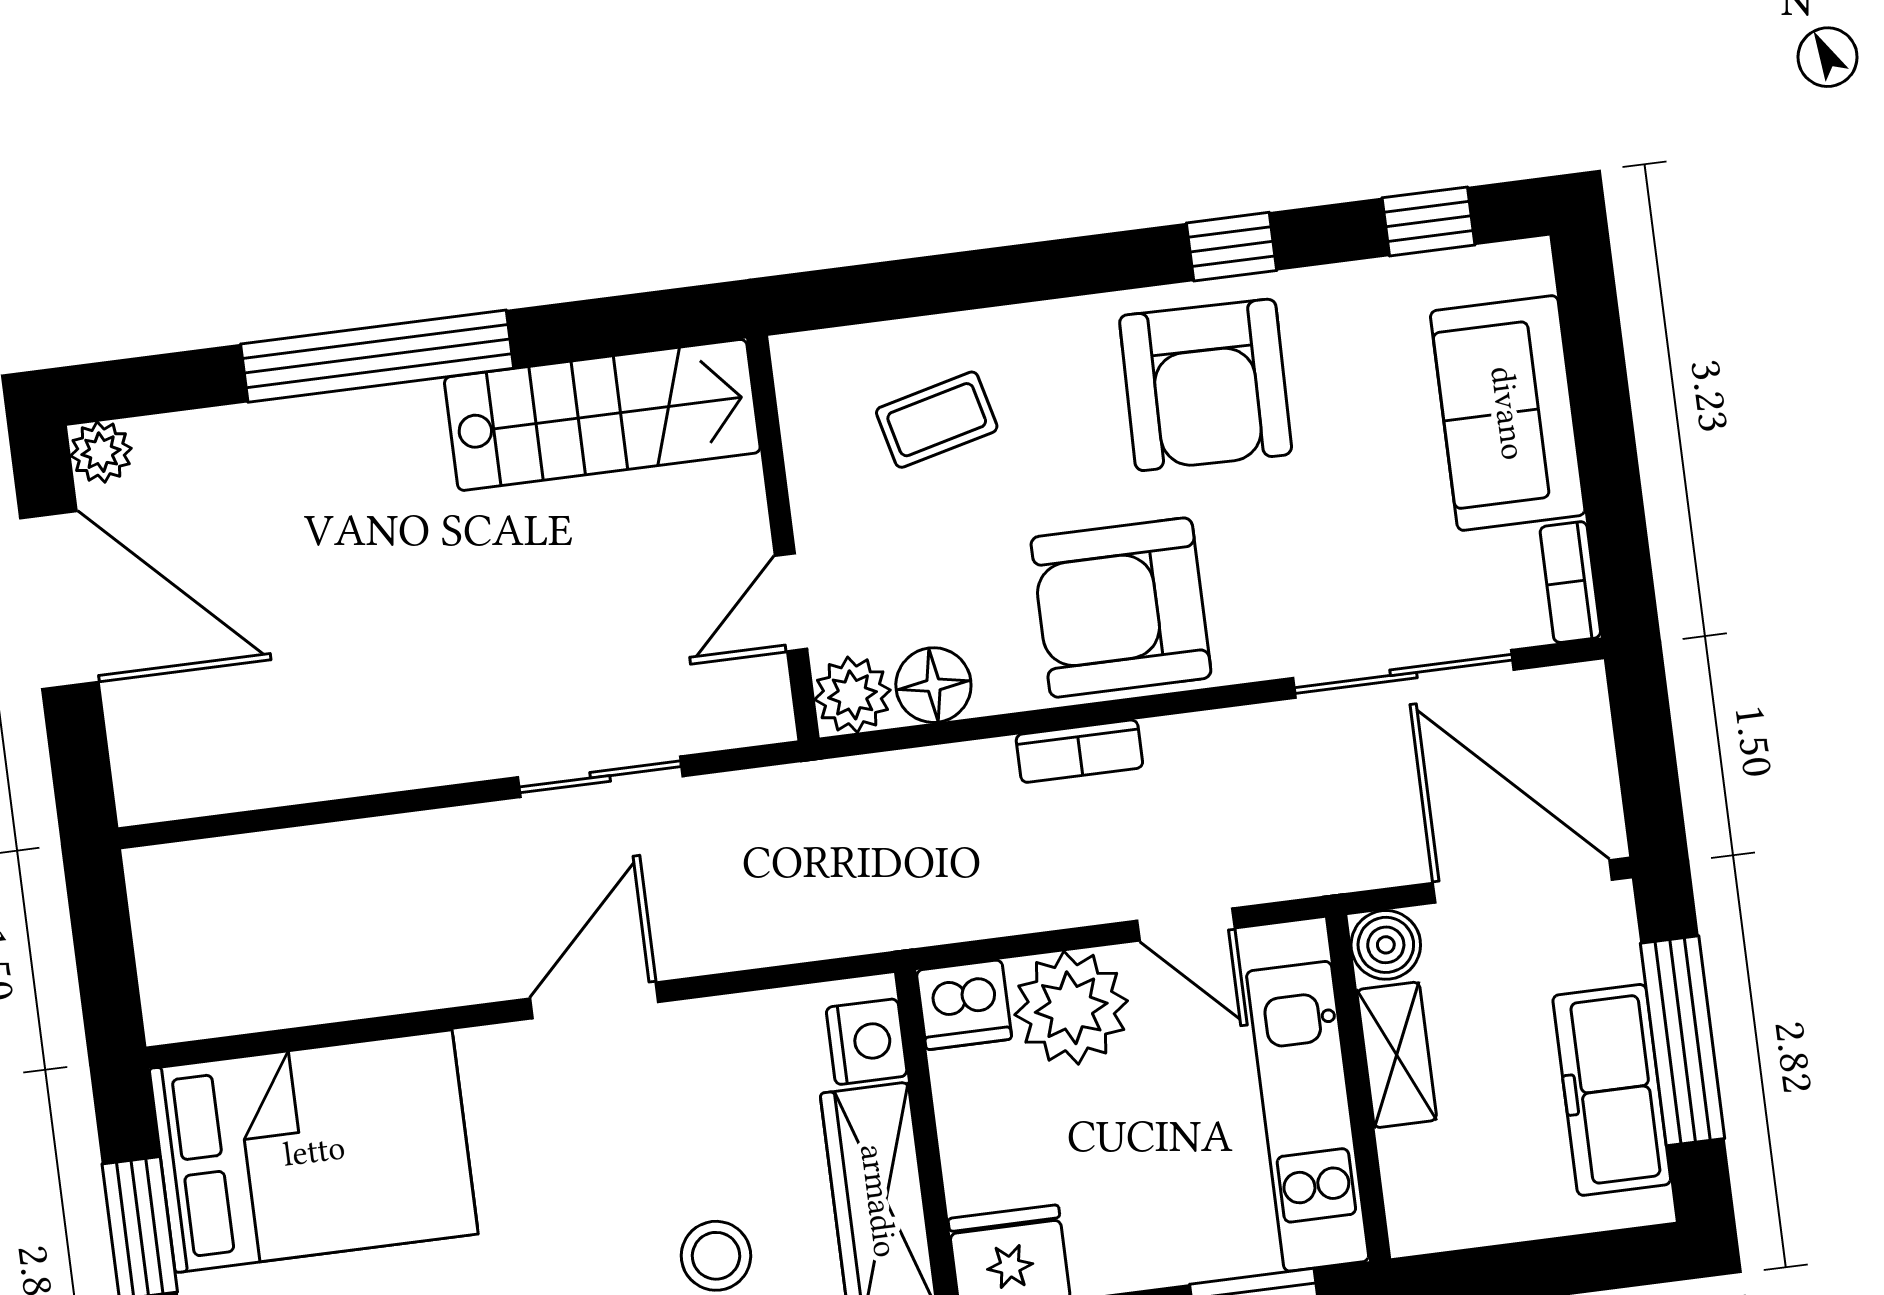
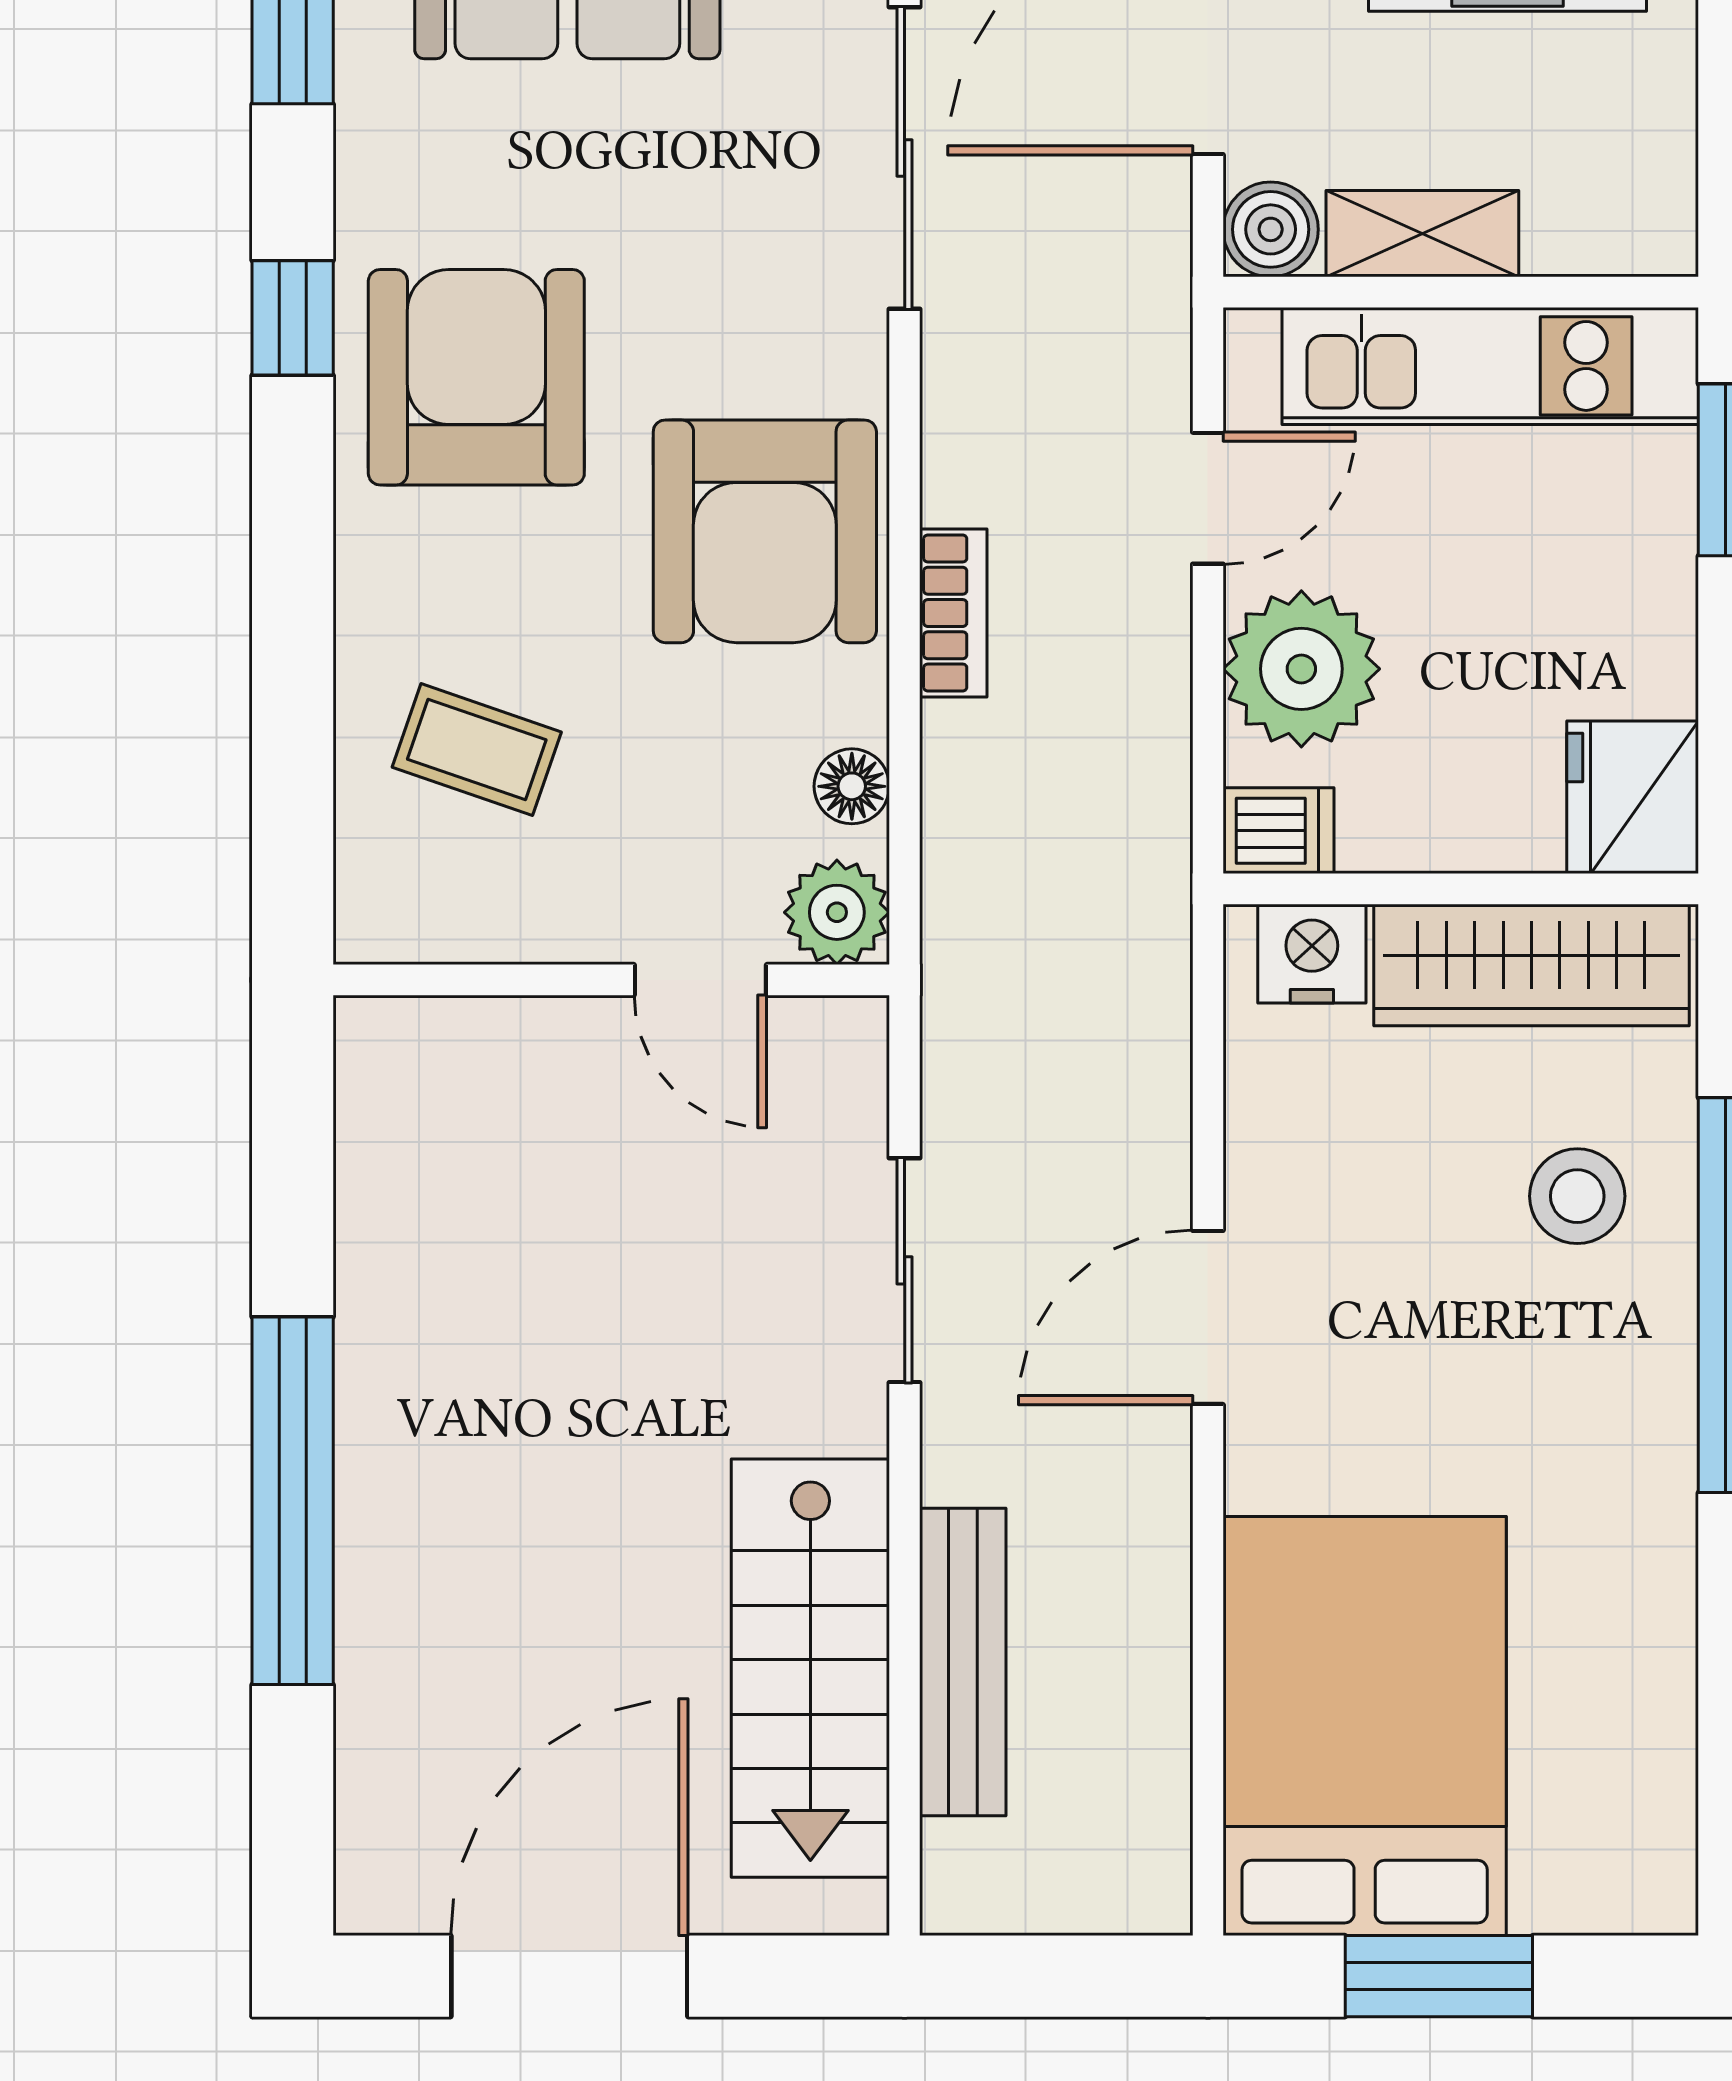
armchair: (1206, 385) -> (476, 377), turned -91
stairs: (602, 415) -> (810, 1668), moved, turned 180
coffee table: (937, 420) -> (477, 750), turned -57
plant: (101, 452) -> (375, 1894), removed
floor lamp: (933, 685) -> (852, 786), width x0.73, depth x0.73
bench: (323, 855) -> (963, 1662), added
door: (594, 1000) -> (1208, 1317), hinge flipped
dishwasher: (964, 1005) -> (1278, 831), width x0.73

